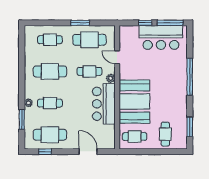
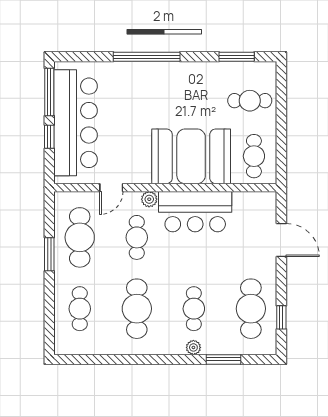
bar counter: (161, 37) -> (76, 123), width x1.36
door: (88, 152) -> (281, 240), swing flipped

